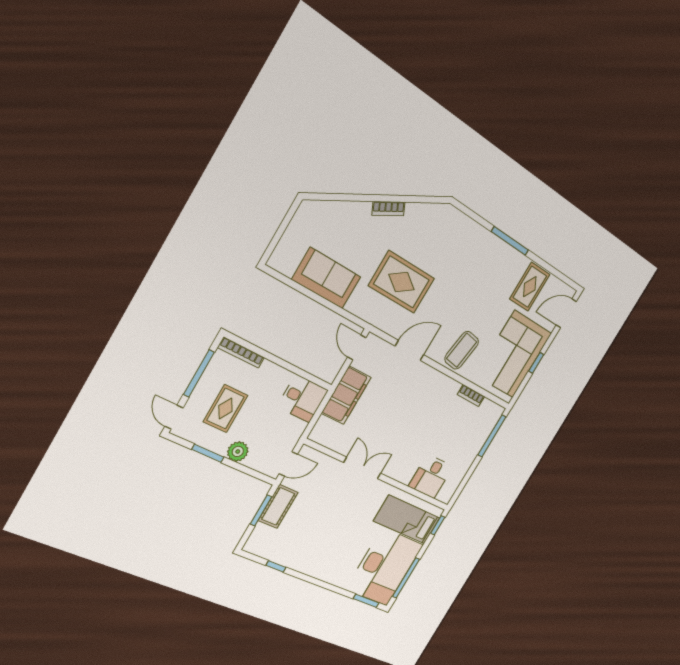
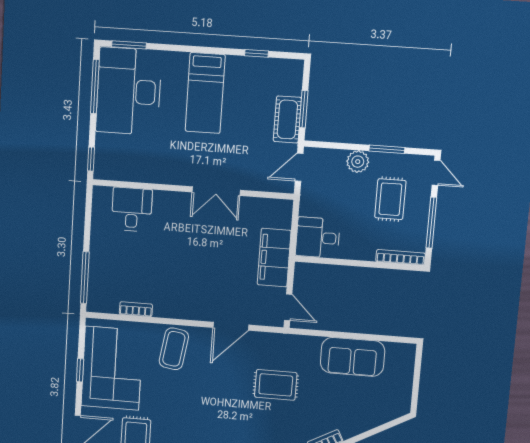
rug: (402, 282) -> (276, 385), width x0.73, depth x0.70
bed: (407, 520) -> (205, 93), moved, turned 90

